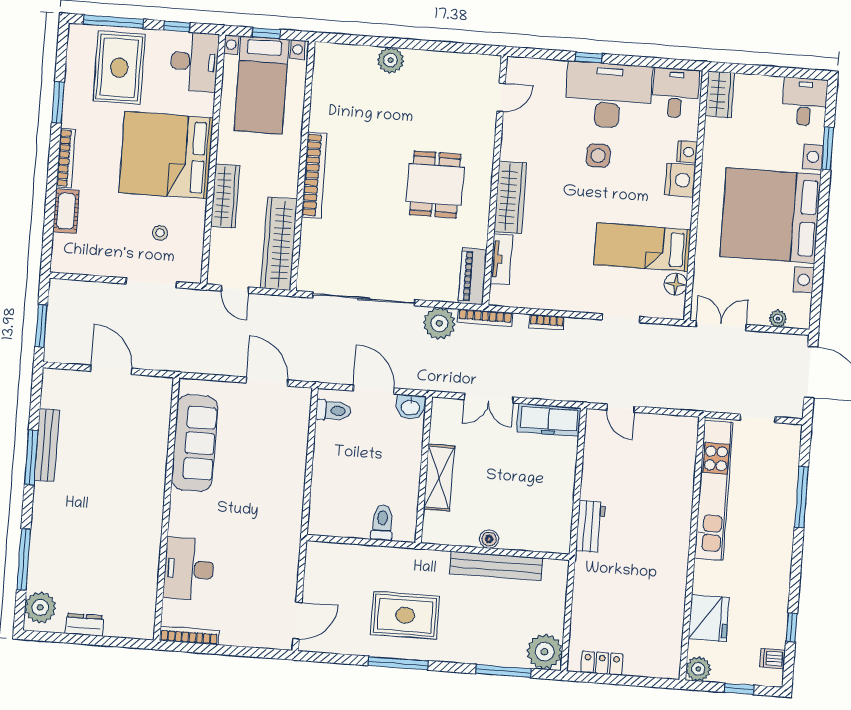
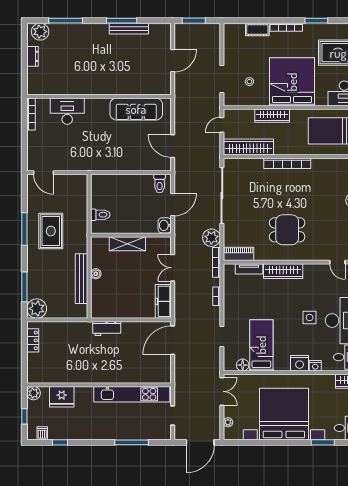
door: (267, 382) -> (173, 146), swing flipped
door: (621, 408) -> (173, 340), width x1.87

